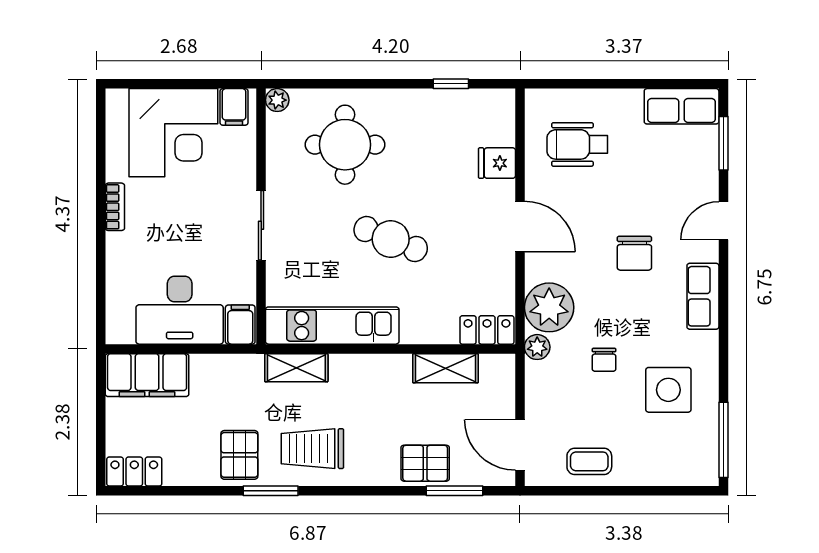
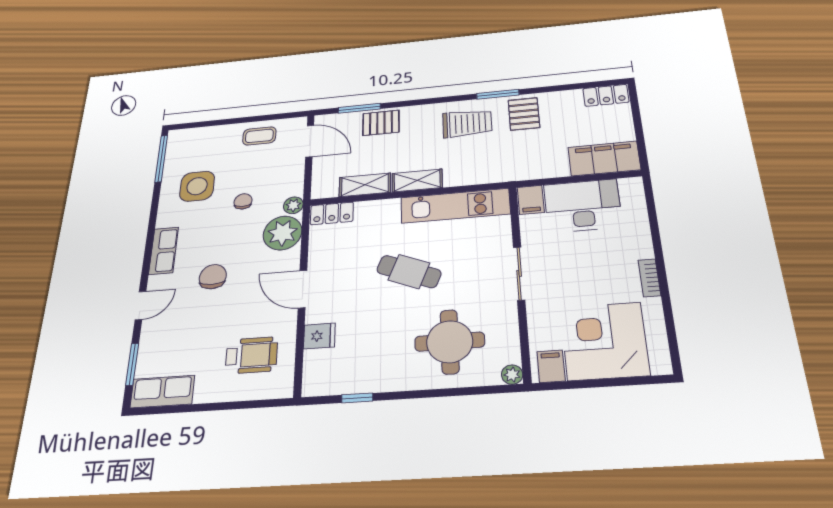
shelving: (296, 368) -> (417, 180), moved

